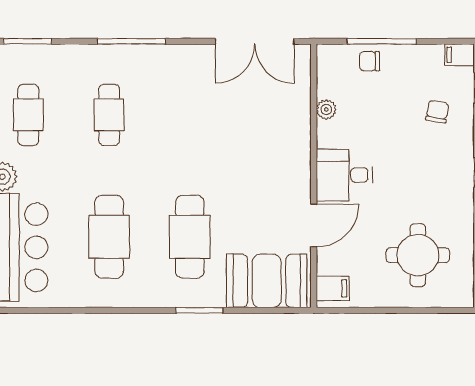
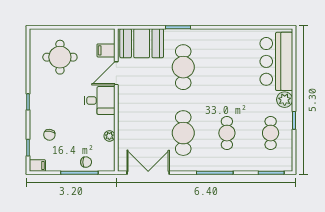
cafe table: (109, 237) -> (183, 133), moved
filing cabinet: (333, 288) -> (106, 50), moved

